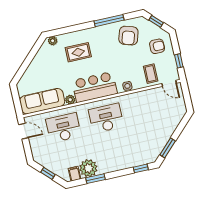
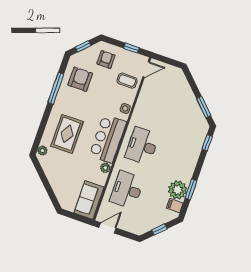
armchair: (128, 36) -> (80, 79), turned -107
rug: (78, 52) -> (67, 134), width x1.36, depth x1.43
sofa: (42, 101) -> (89, 200), width x0.73

